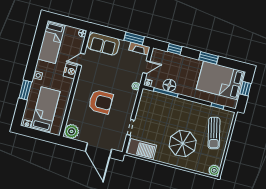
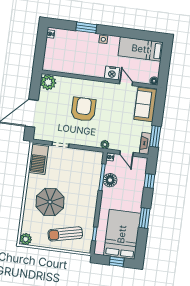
armchair: (101, 102) -> (83, 109), turned 180
bed: (45, 110) -> (68, 52), removed

